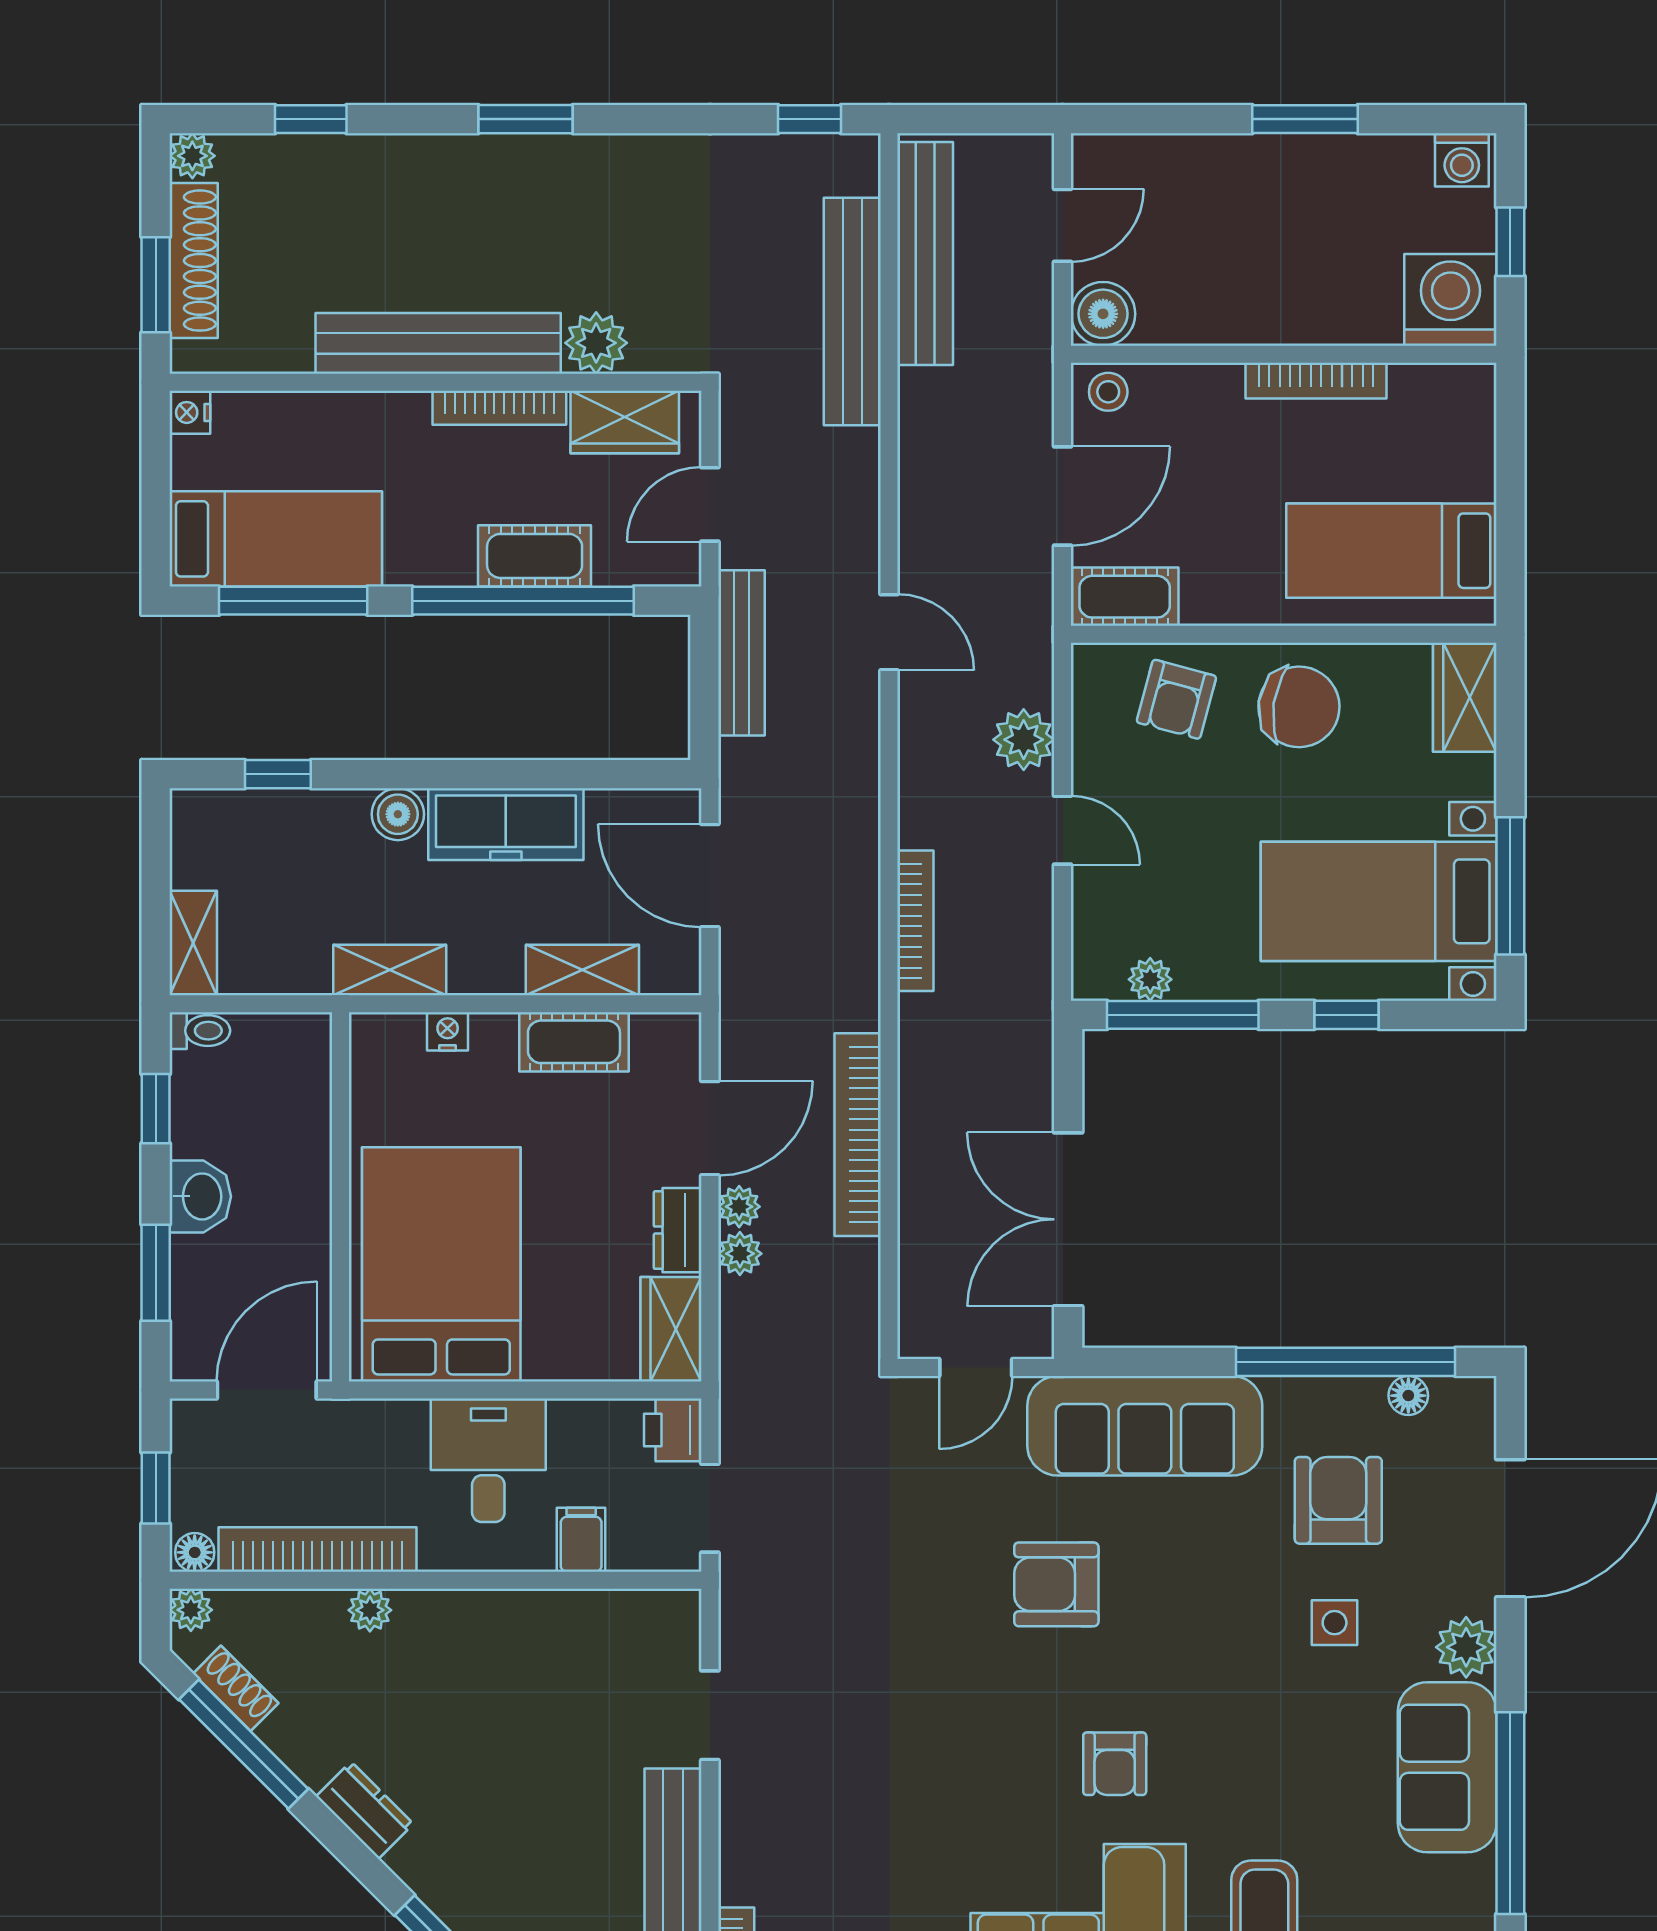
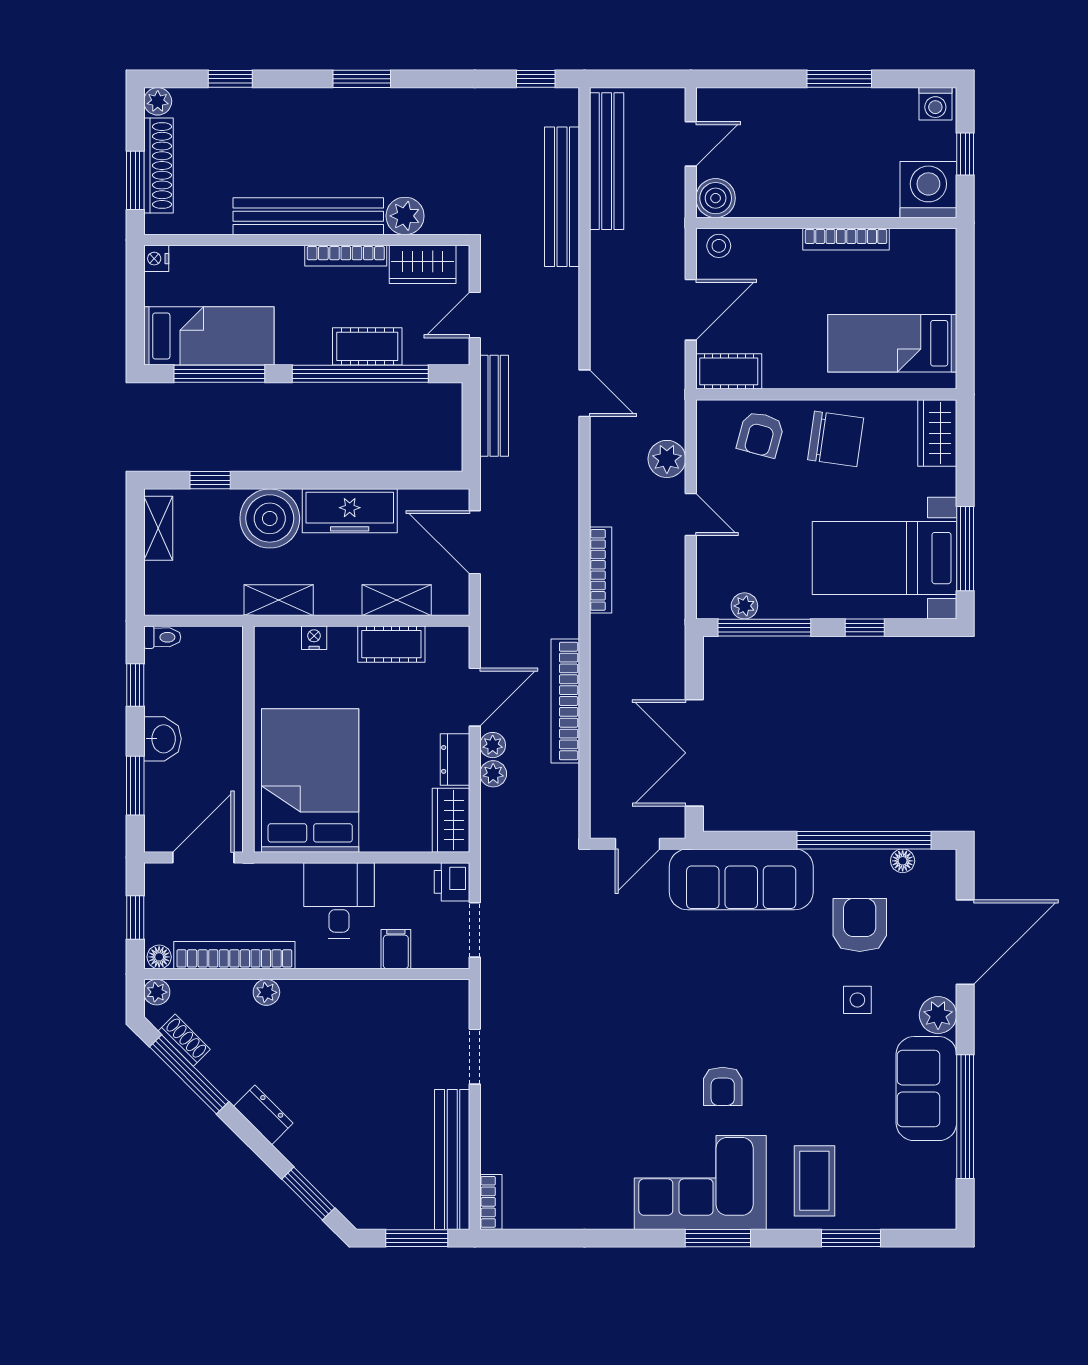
boiler: (398, 814) -> (270, 518), width x1.86, depth x1.86
shelving: (193, 943) -> (158, 528), moved
armchair: (1056, 1584) -> (687, 976), removed

